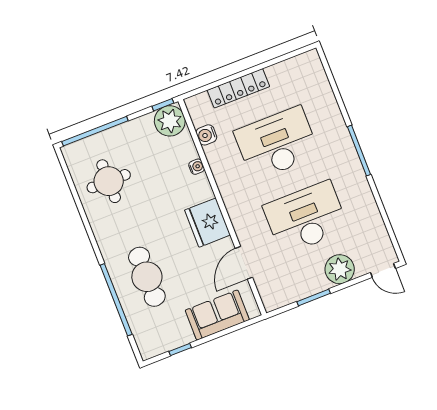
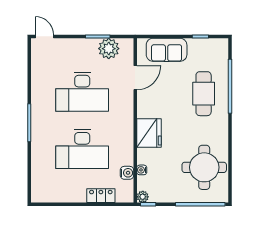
locker: (238, 88) -> (101, 196), width x0.66
plant: (170, 121) -> (143, 197), width x0.53, depth x0.53
water cooler: (197, 167) -> (142, 170), moved
round table: (109, 181) -> (204, 167), width x1.36, depth x1.36
fridge: (208, 223) -> (149, 133), moved
plant: (340, 269) -> (109, 49), moved

